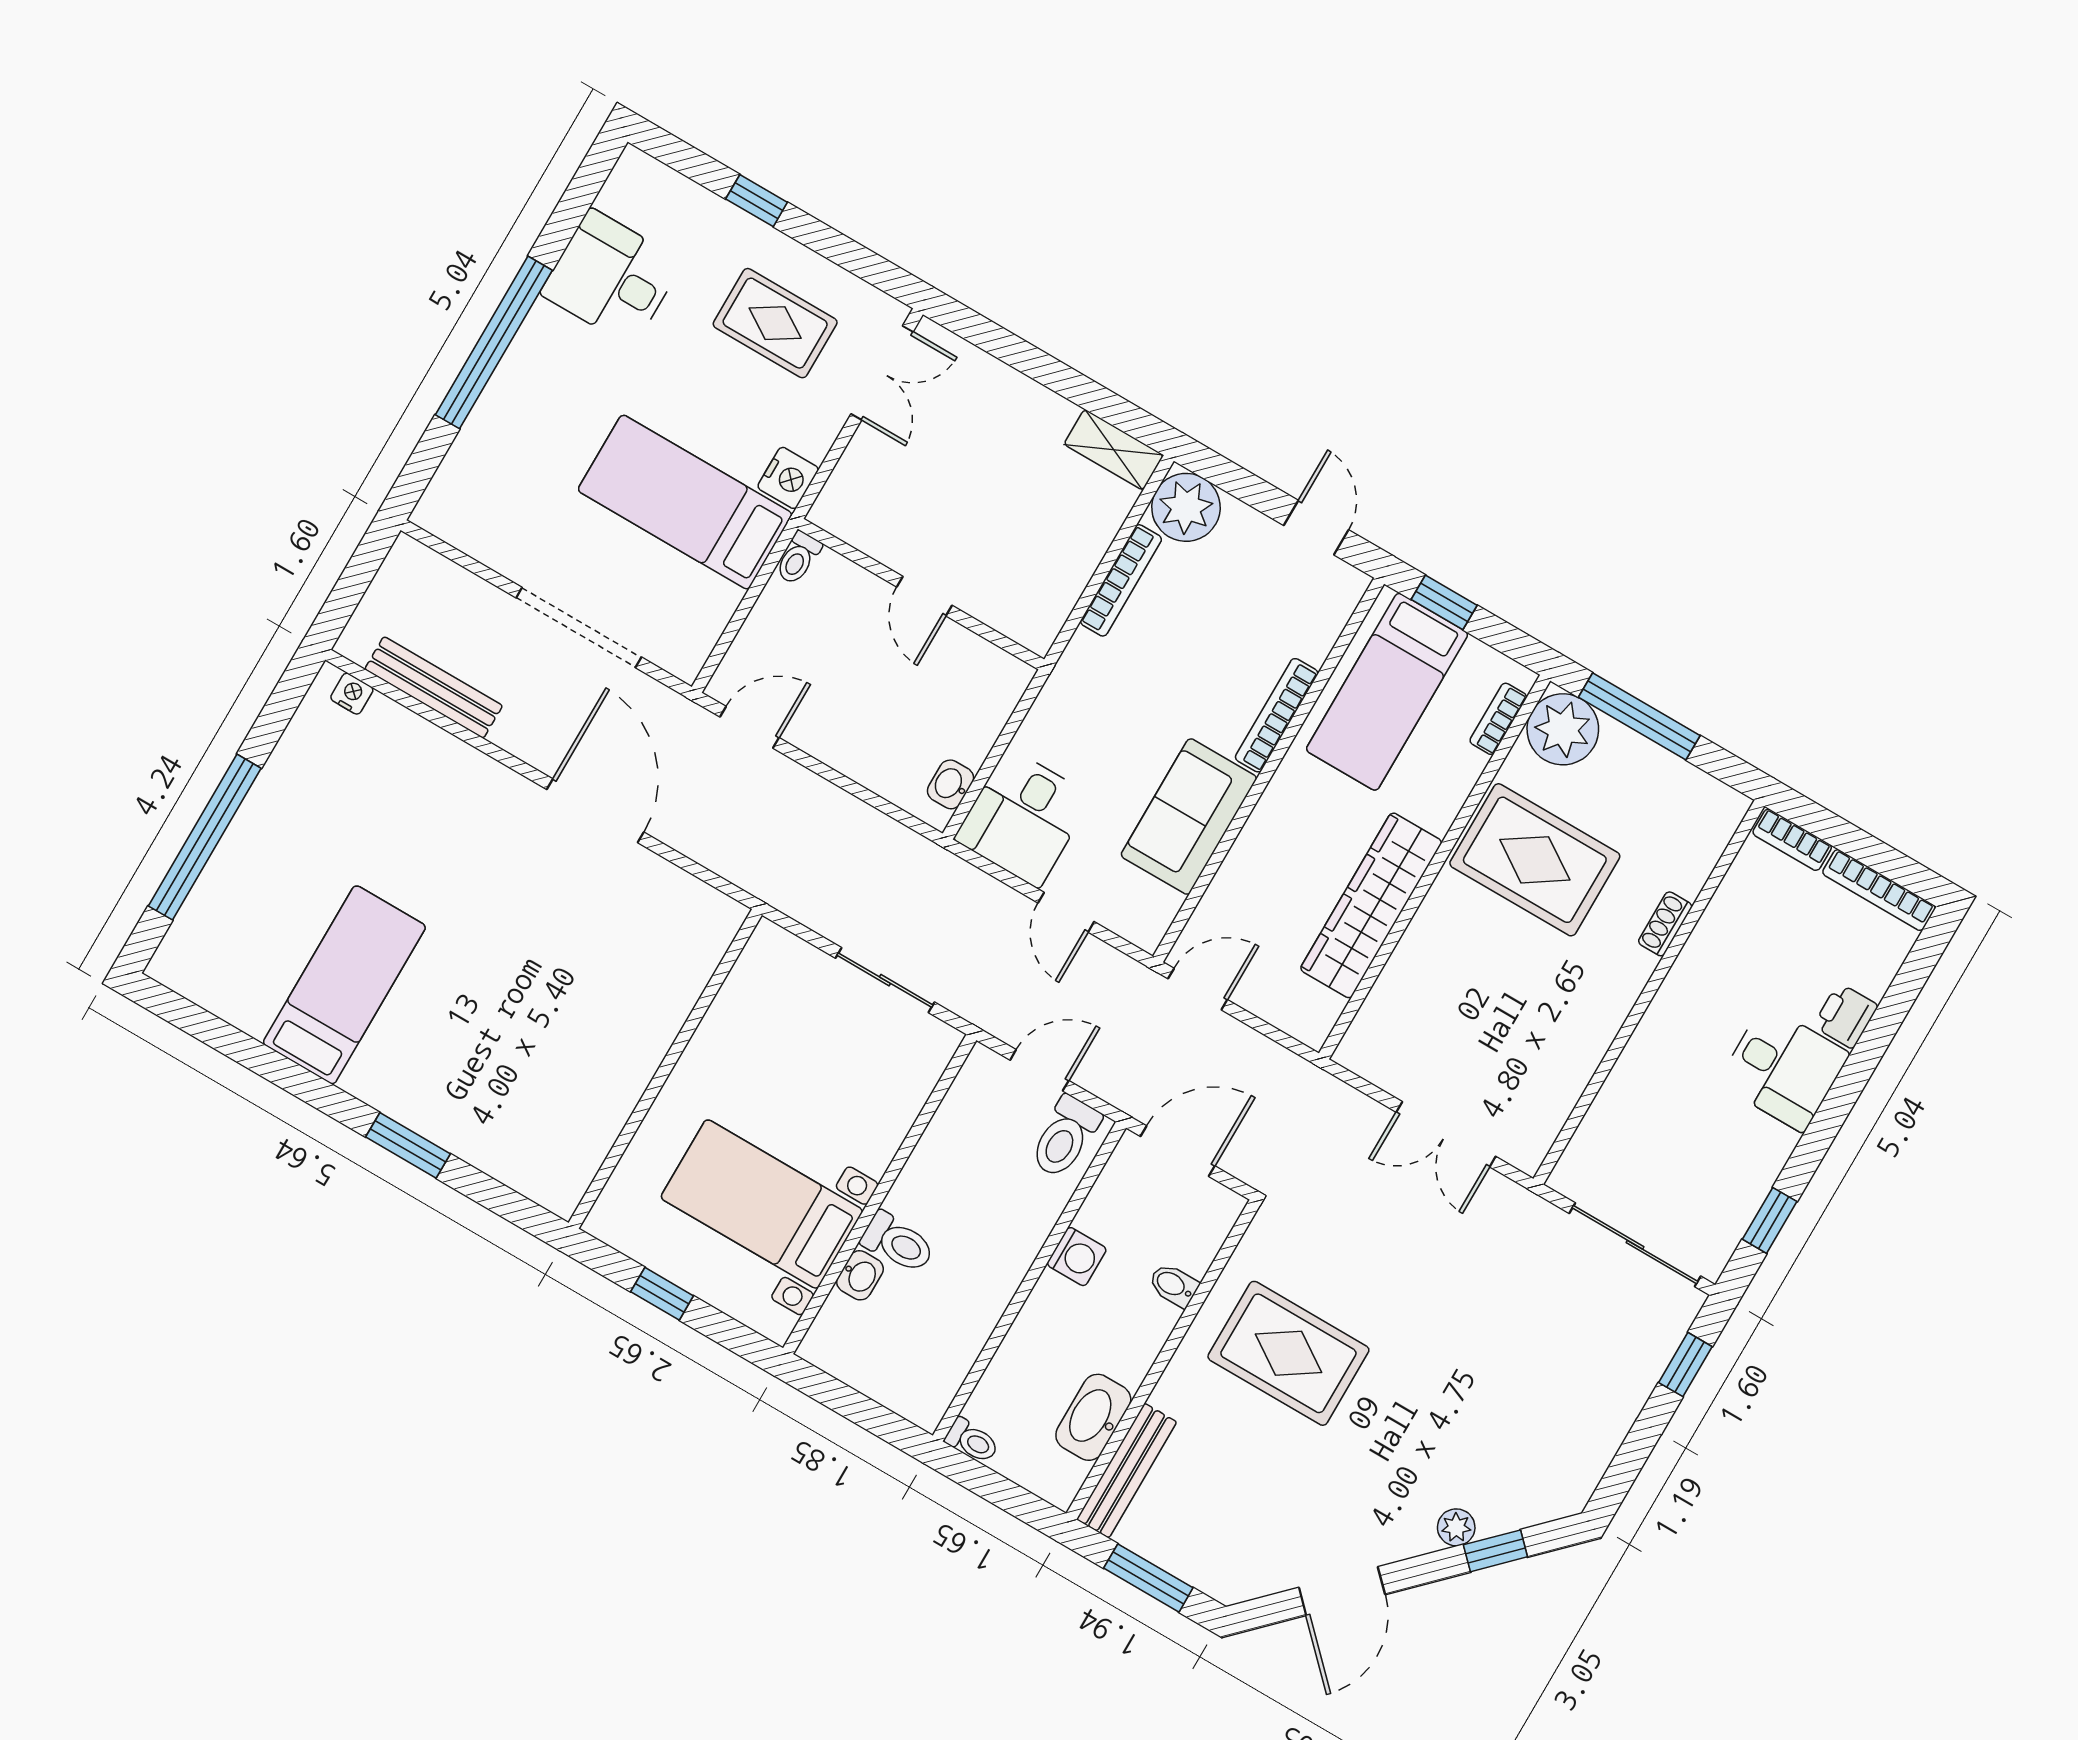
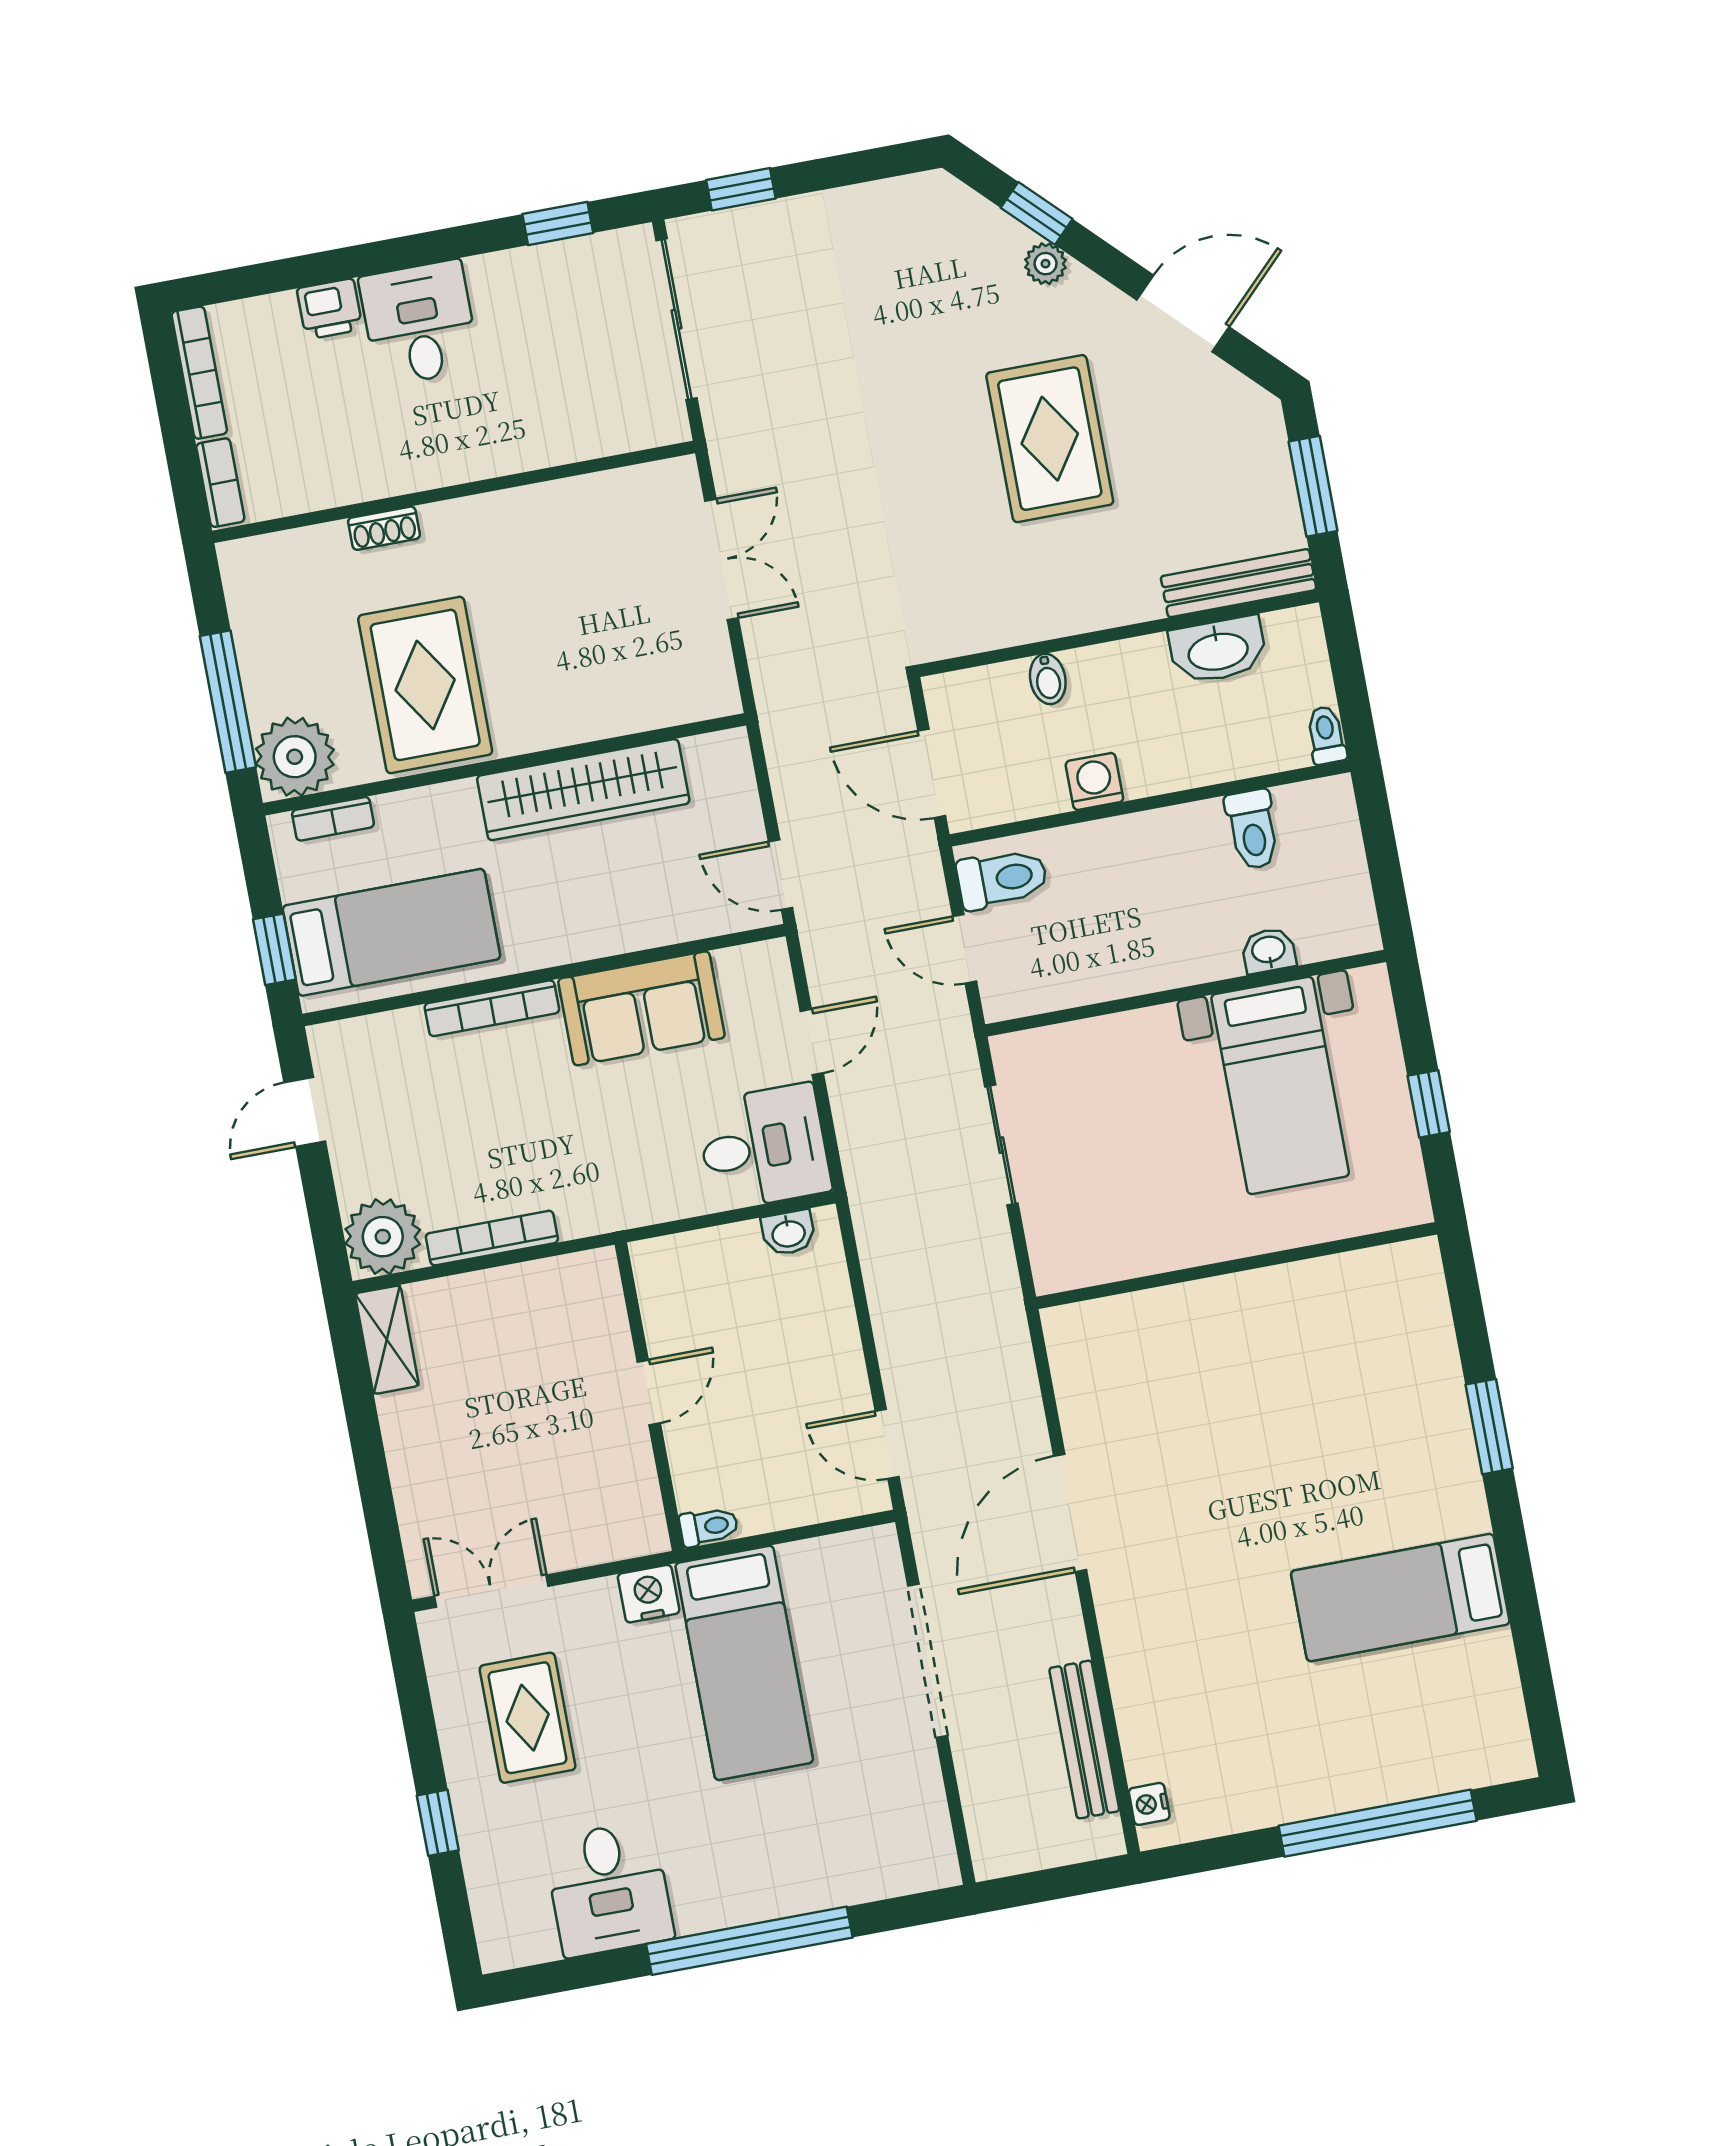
toilet: (898, 1243) -> (1252, 829), moved, turned 180
rug: (1288, 1353) -> (1050, 439), moved

